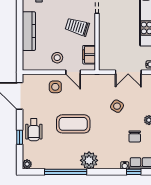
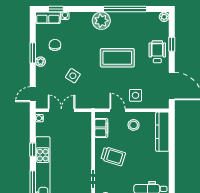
kitchen counter: (29, 31) -> (162, 132), moved

